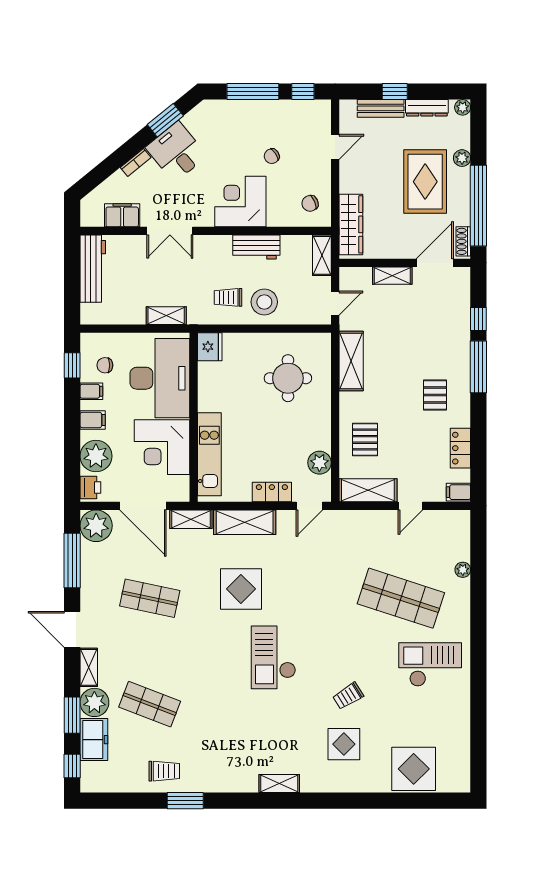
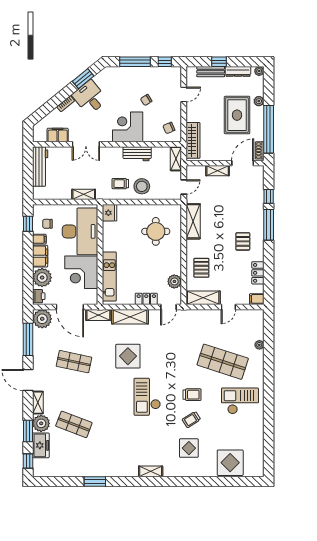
filing cabinet: (93, 420) -> (40, 256), width x2.00
trolley: (164, 771) -> (192, 395), moved

